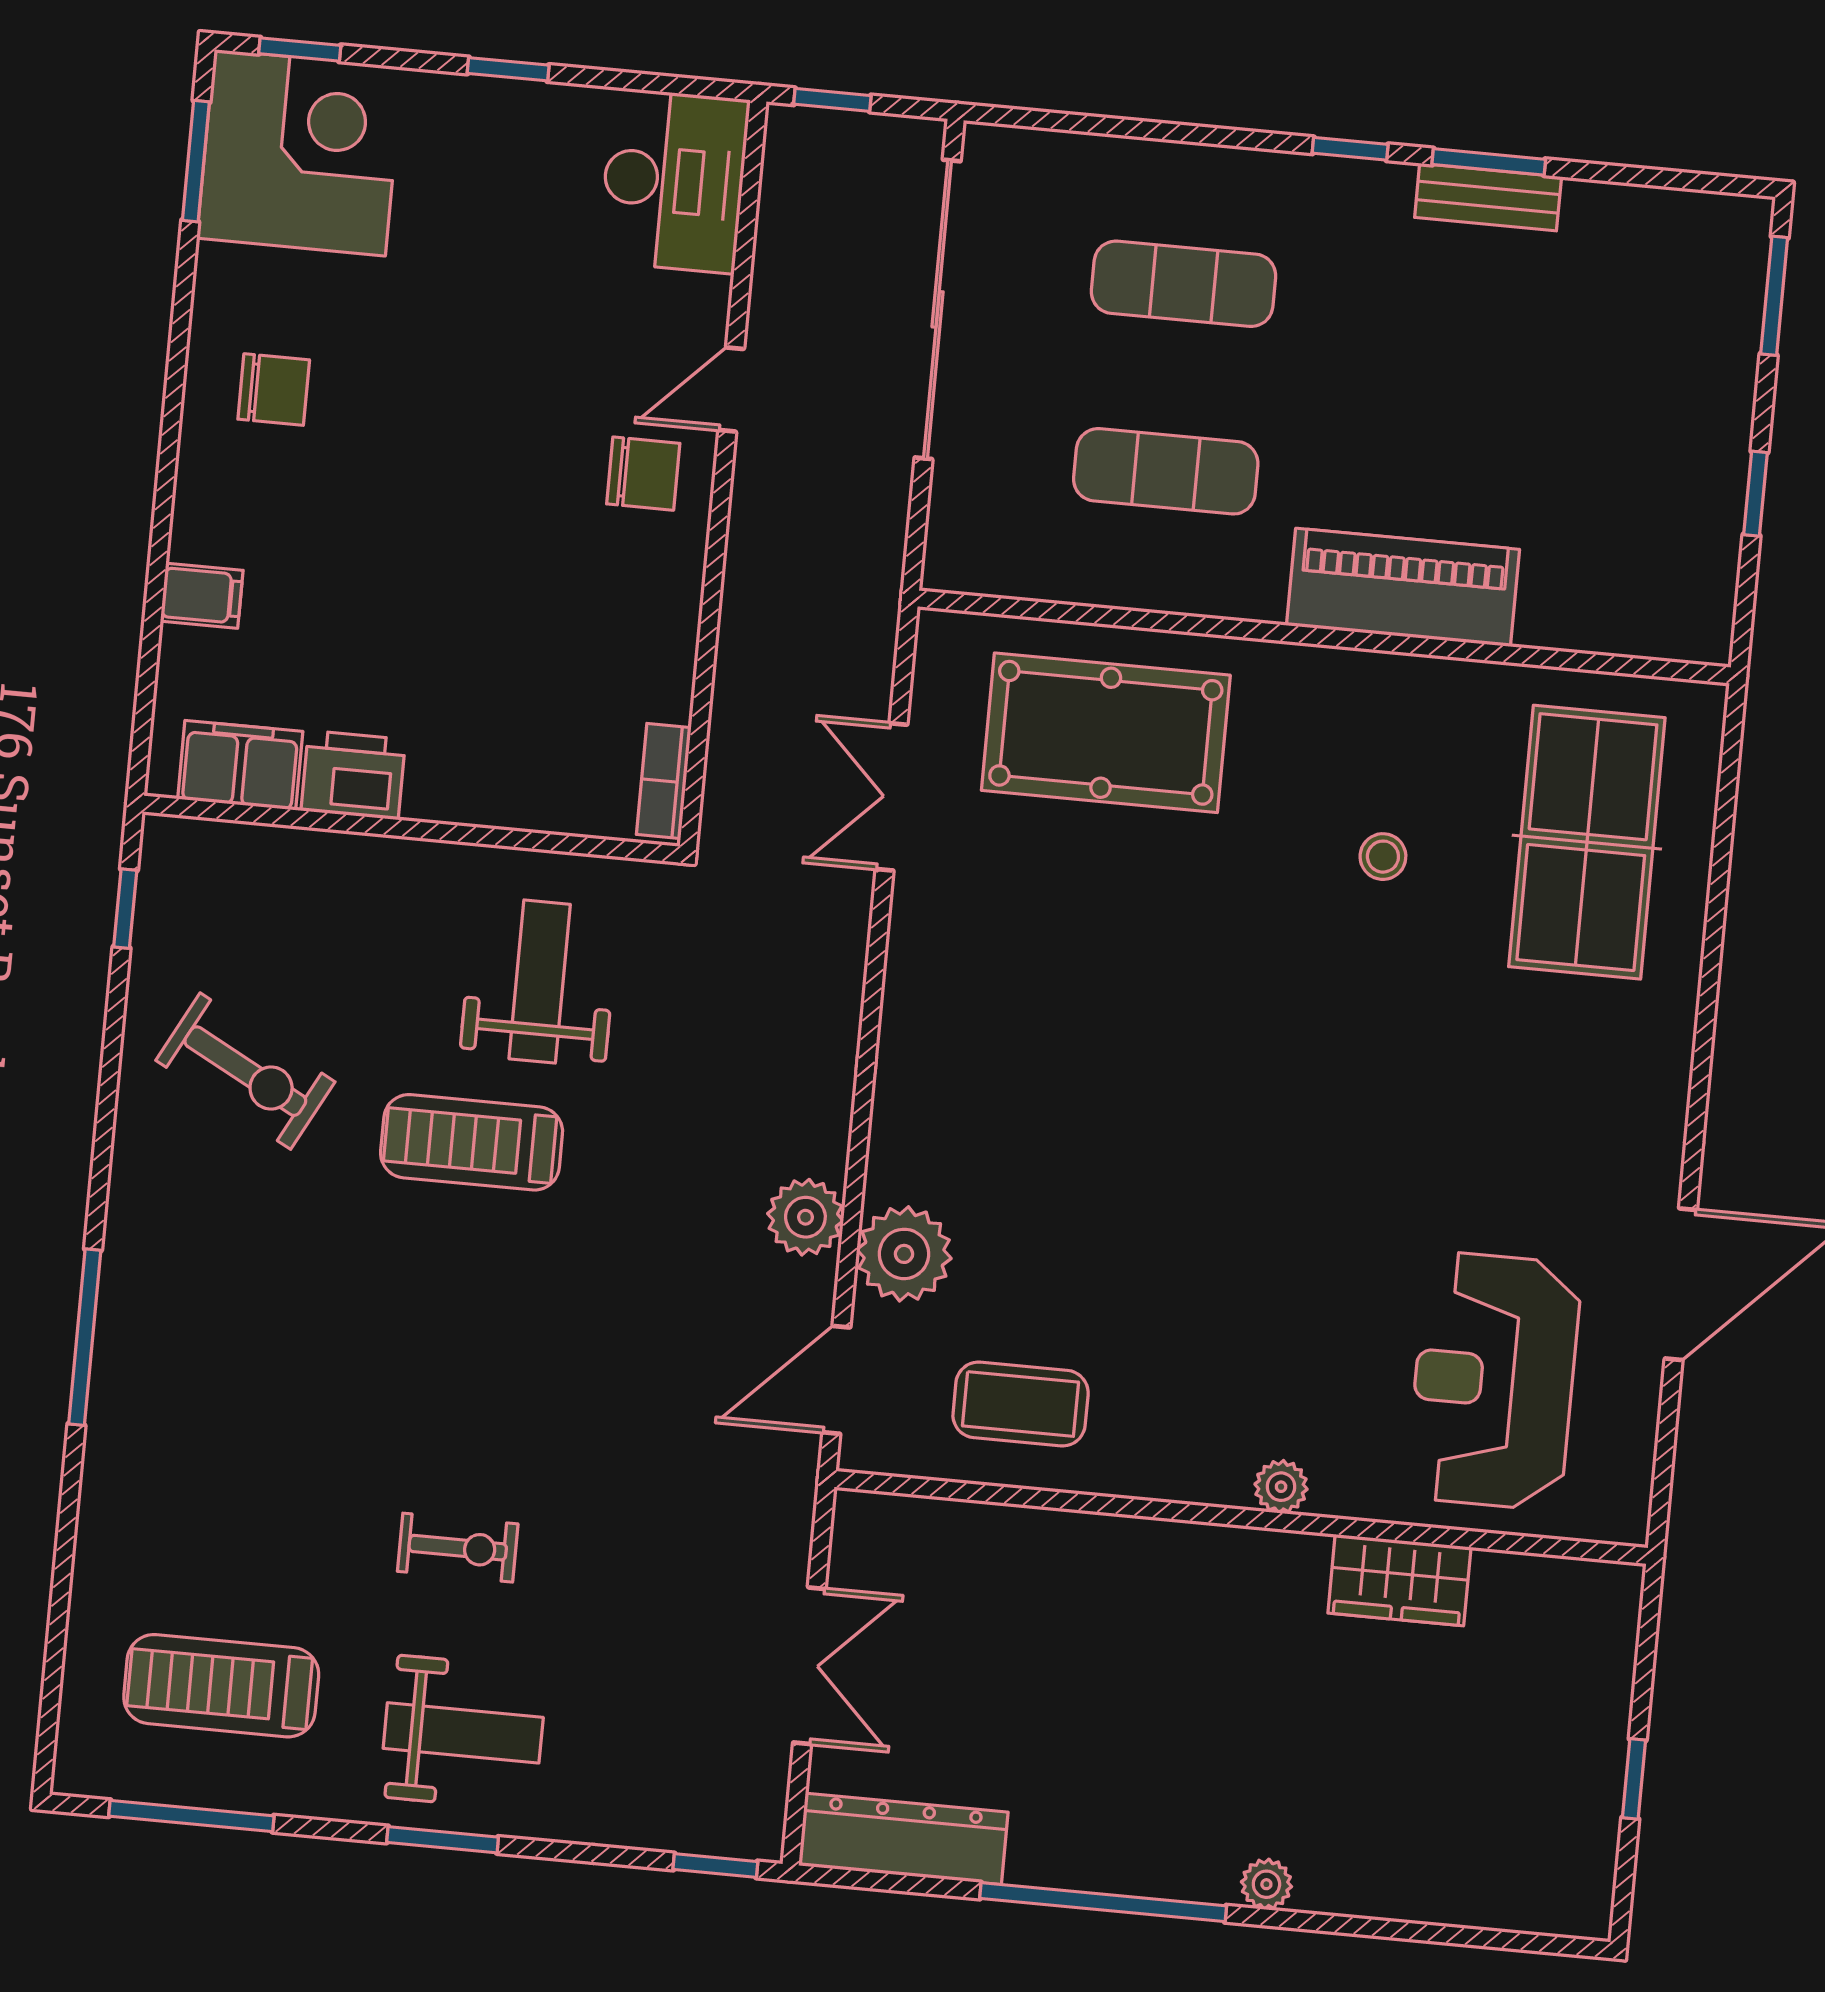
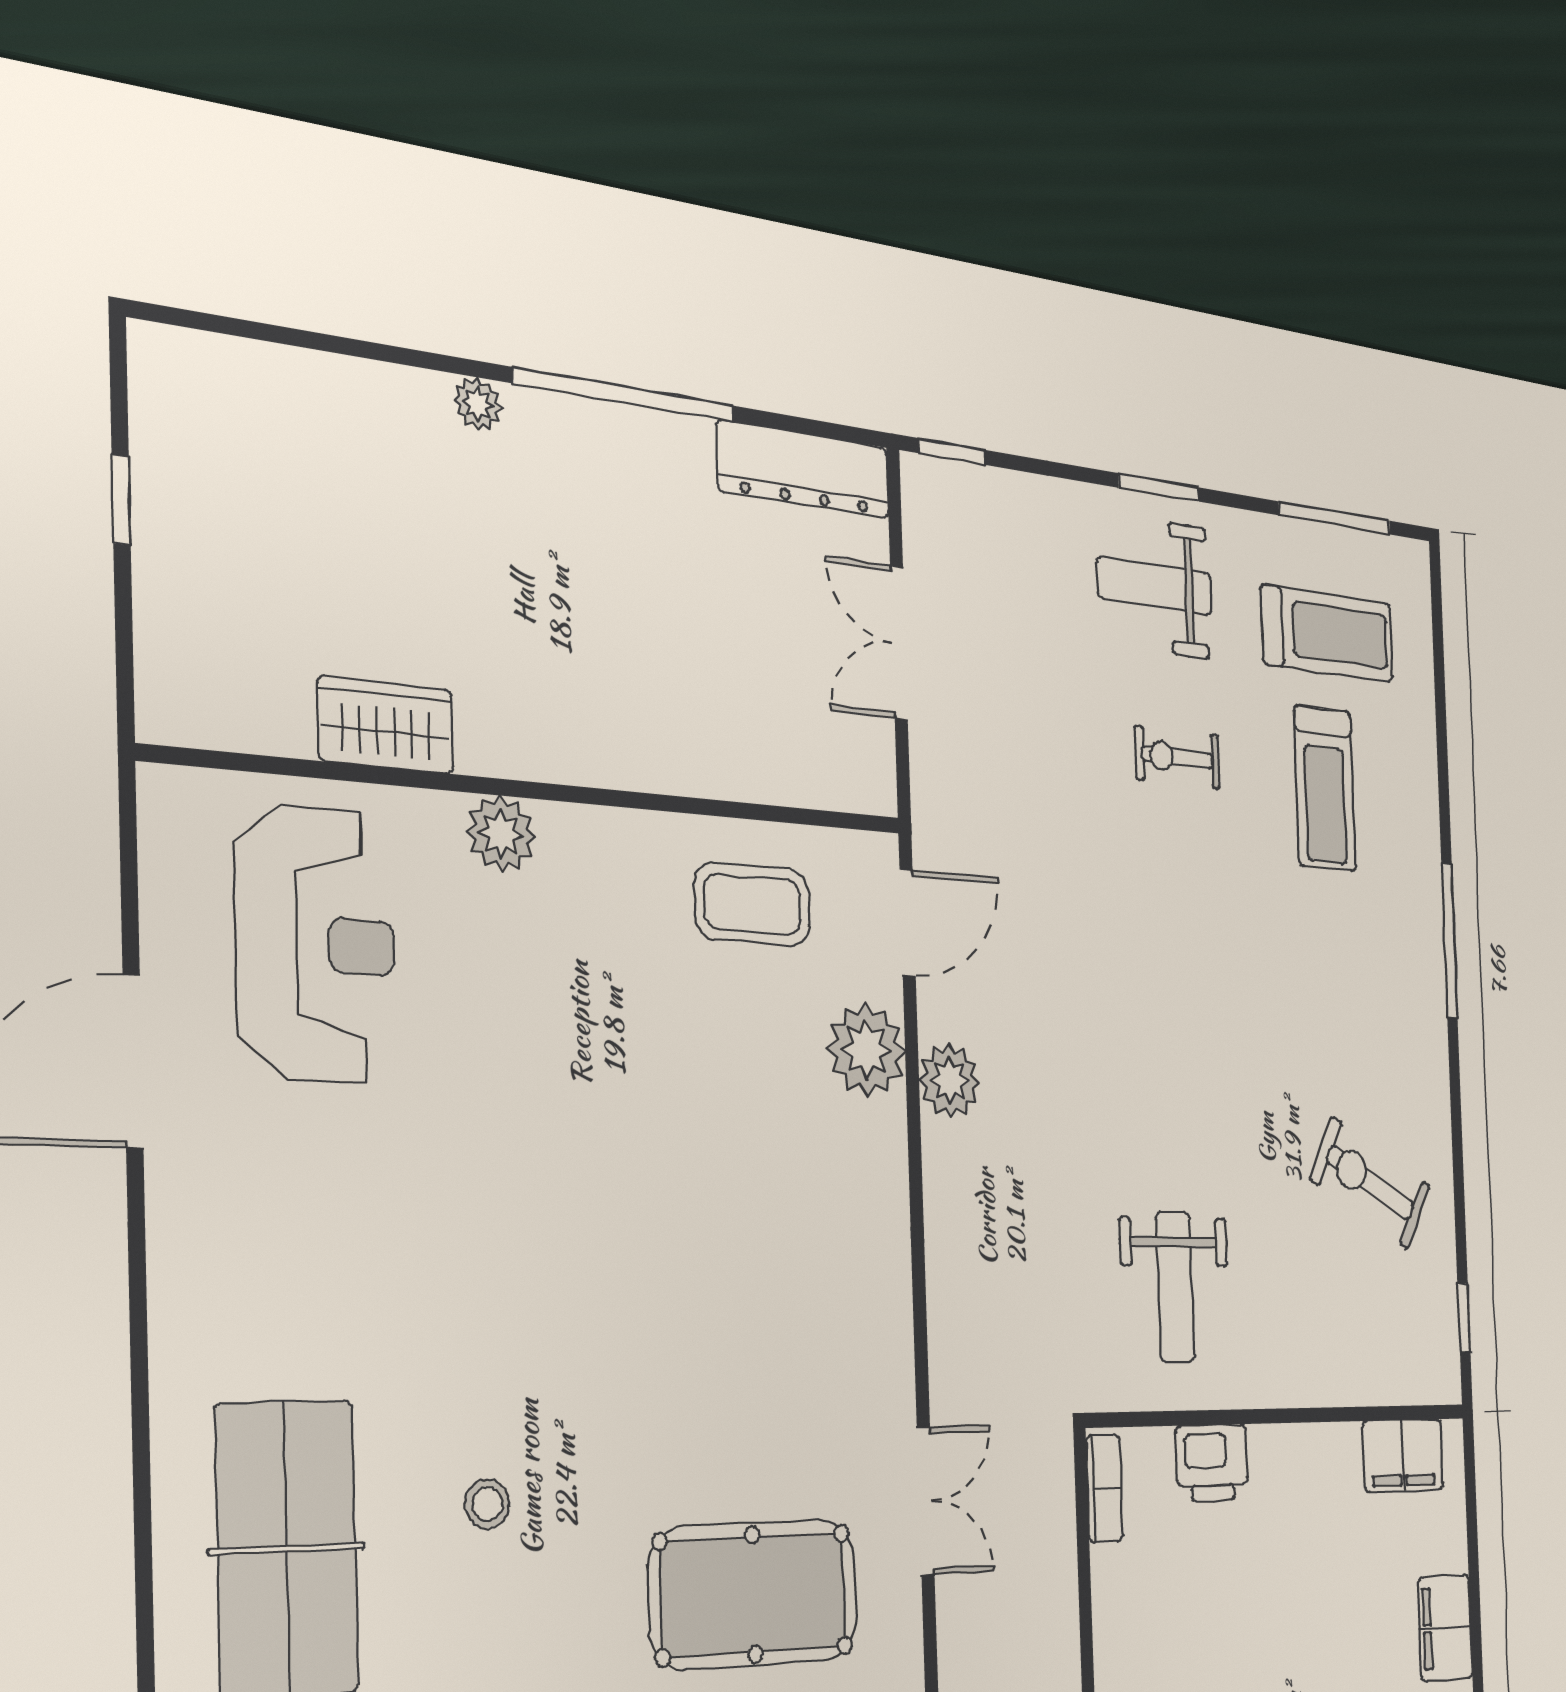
filing cabinet: (202, 596) -> (1445, 1628), width x2.00
printer: (353, 775) -> (1212, 1463), moved
treadmill: (472, 1142) -> (1325, 789), moved, turned 90
plant: (1281, 1487) -> (501, 834), width x1.38, depth x1.38

